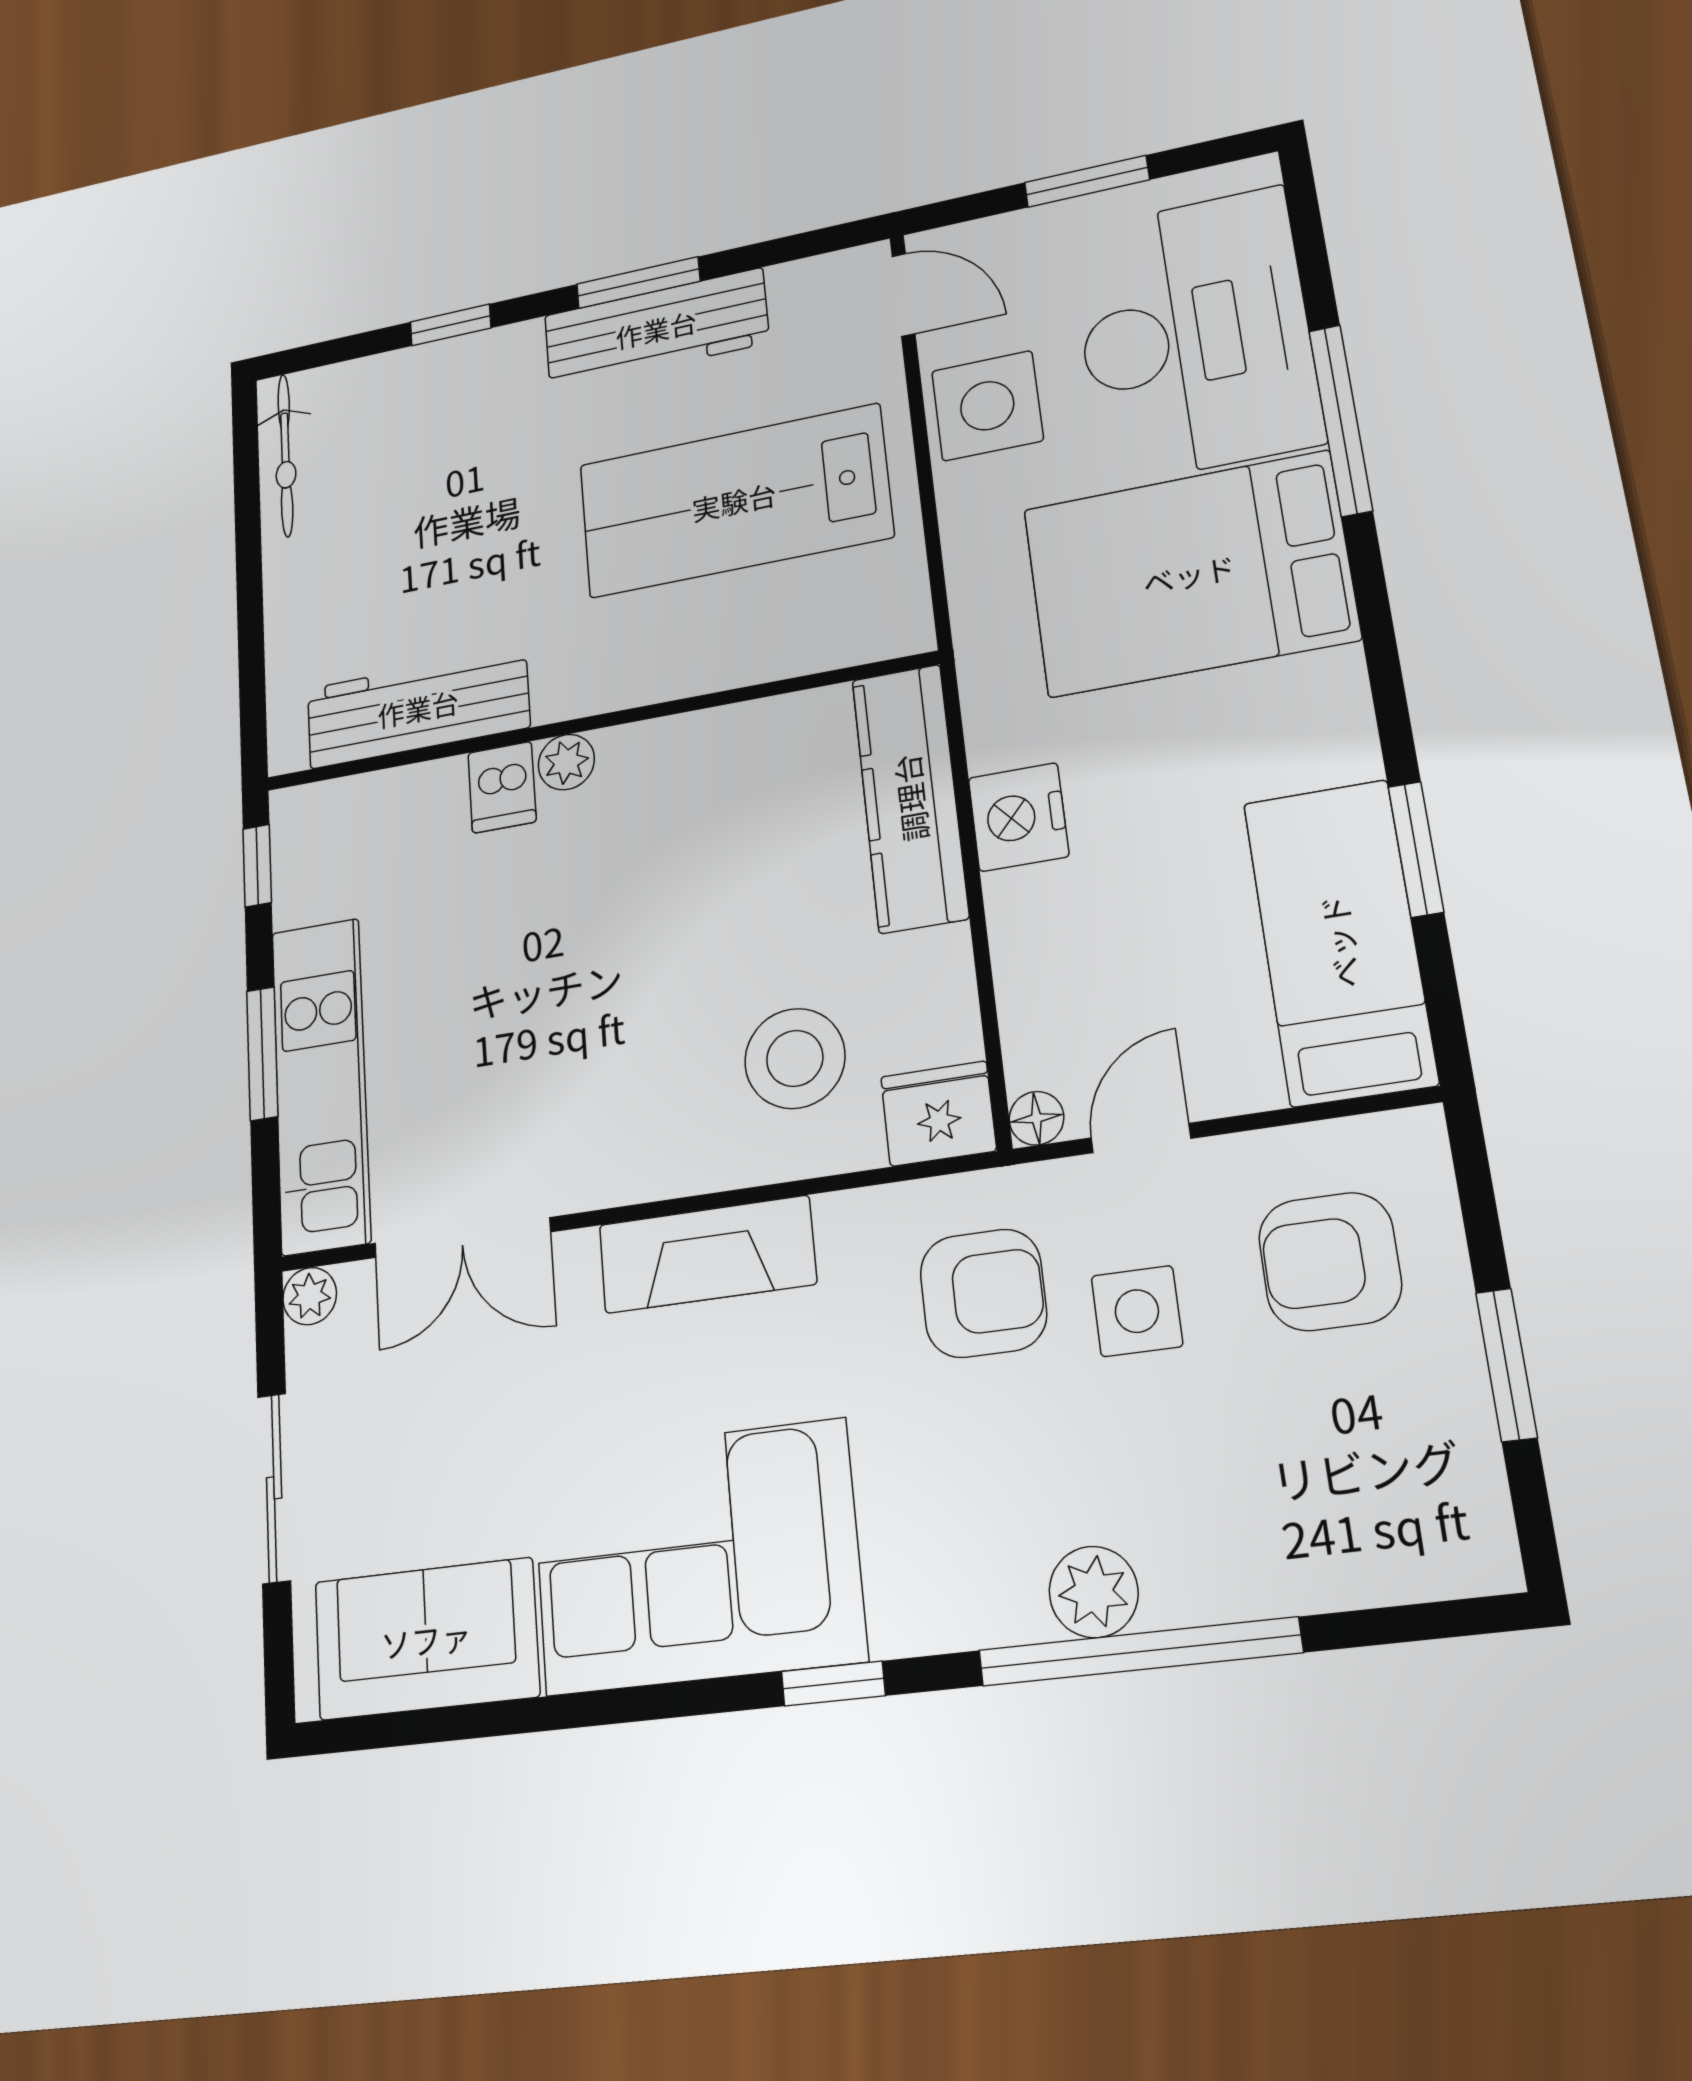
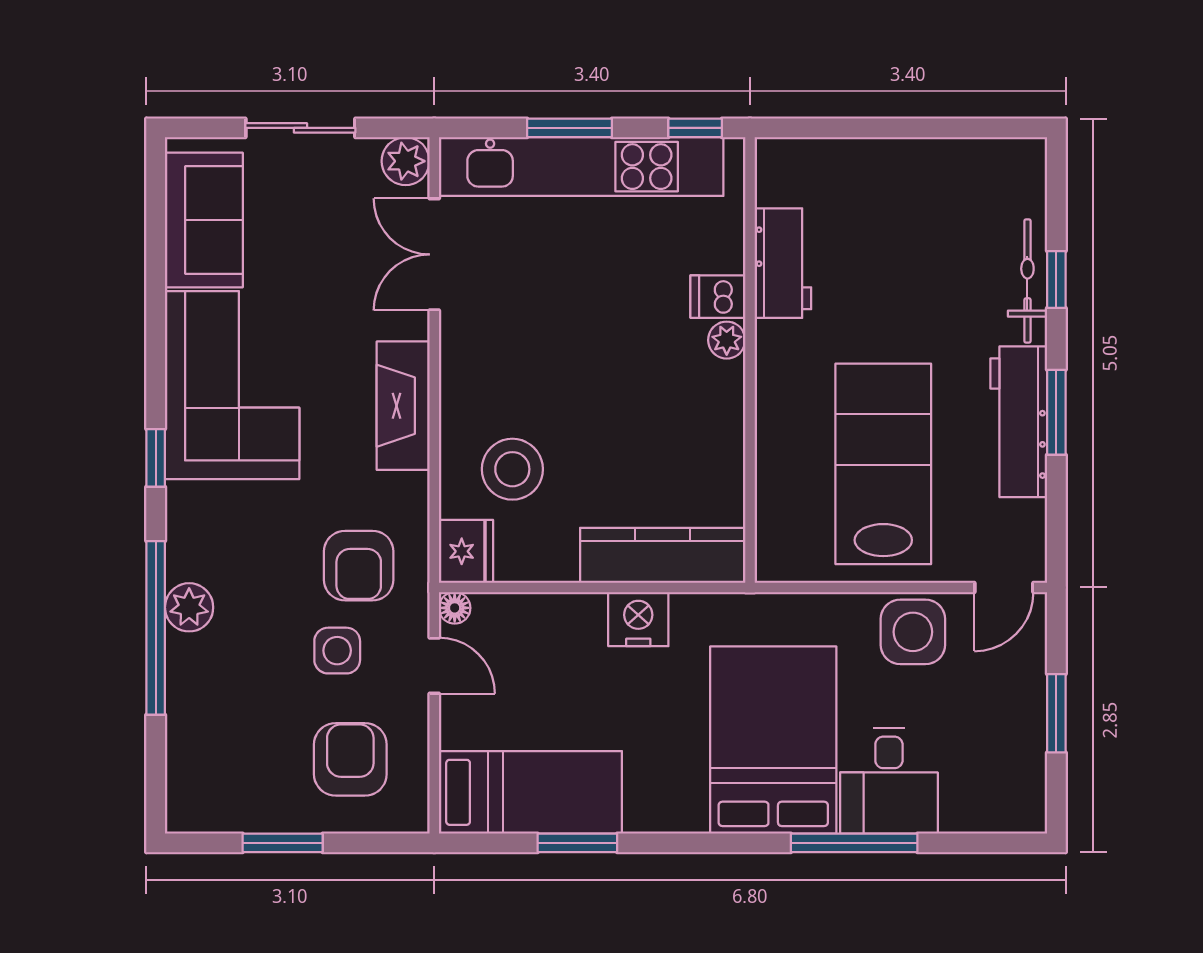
desk: (1195, 335) -> (889, 781), width x0.53, depth x0.77
bicycle: (285, 455) -> (1027, 281), moved, turned 90
workbench: (418, 708) -> (783, 263), width x0.73
kitchen unit: (321, 1085) -> (581, 167), width x1.36
plant: (310, 1296) -> (406, 161), width x1.38, depth x1.38

